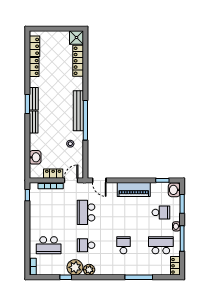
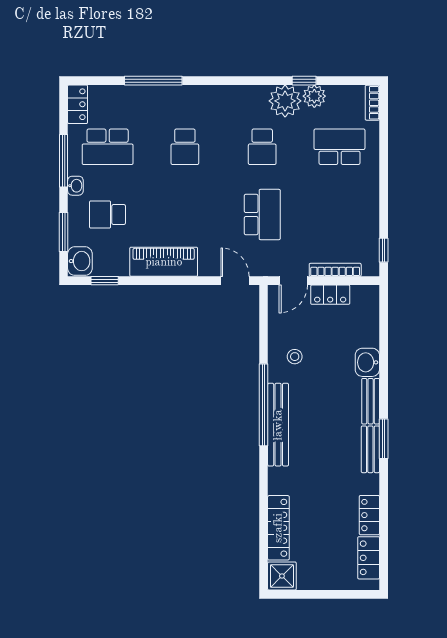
washbasin: (35, 157) -> (367, 362), moved
school desk: (86, 245) -> (262, 147), turned 90
plant: (89, 270) -> (314, 96), moved

